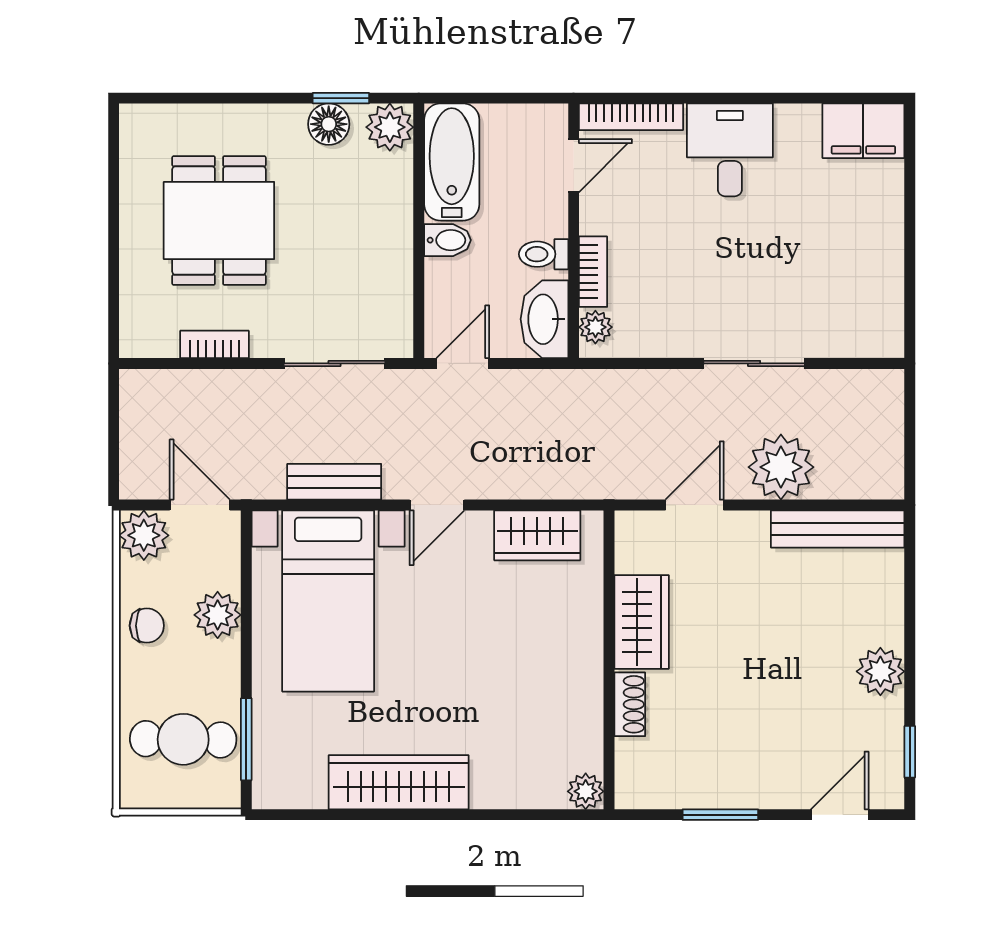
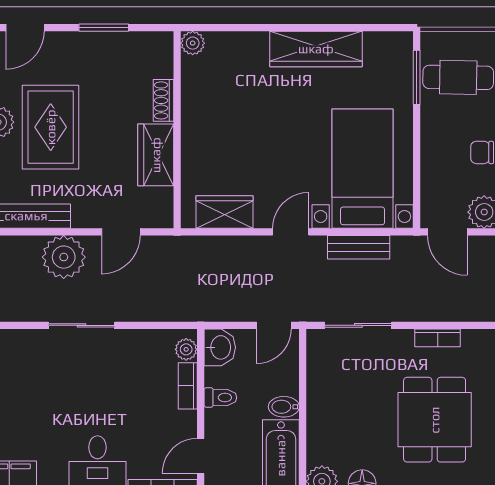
washbasin: (544, 319) -> (220, 347), width x0.72
plant: (218, 615) -> (435, 159), removed
rug: (801, 664) -> (51, 127), added

